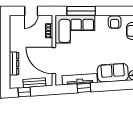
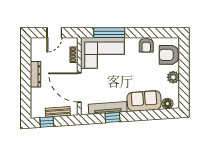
dresser: (14, 63) -> (35, 74), moved

